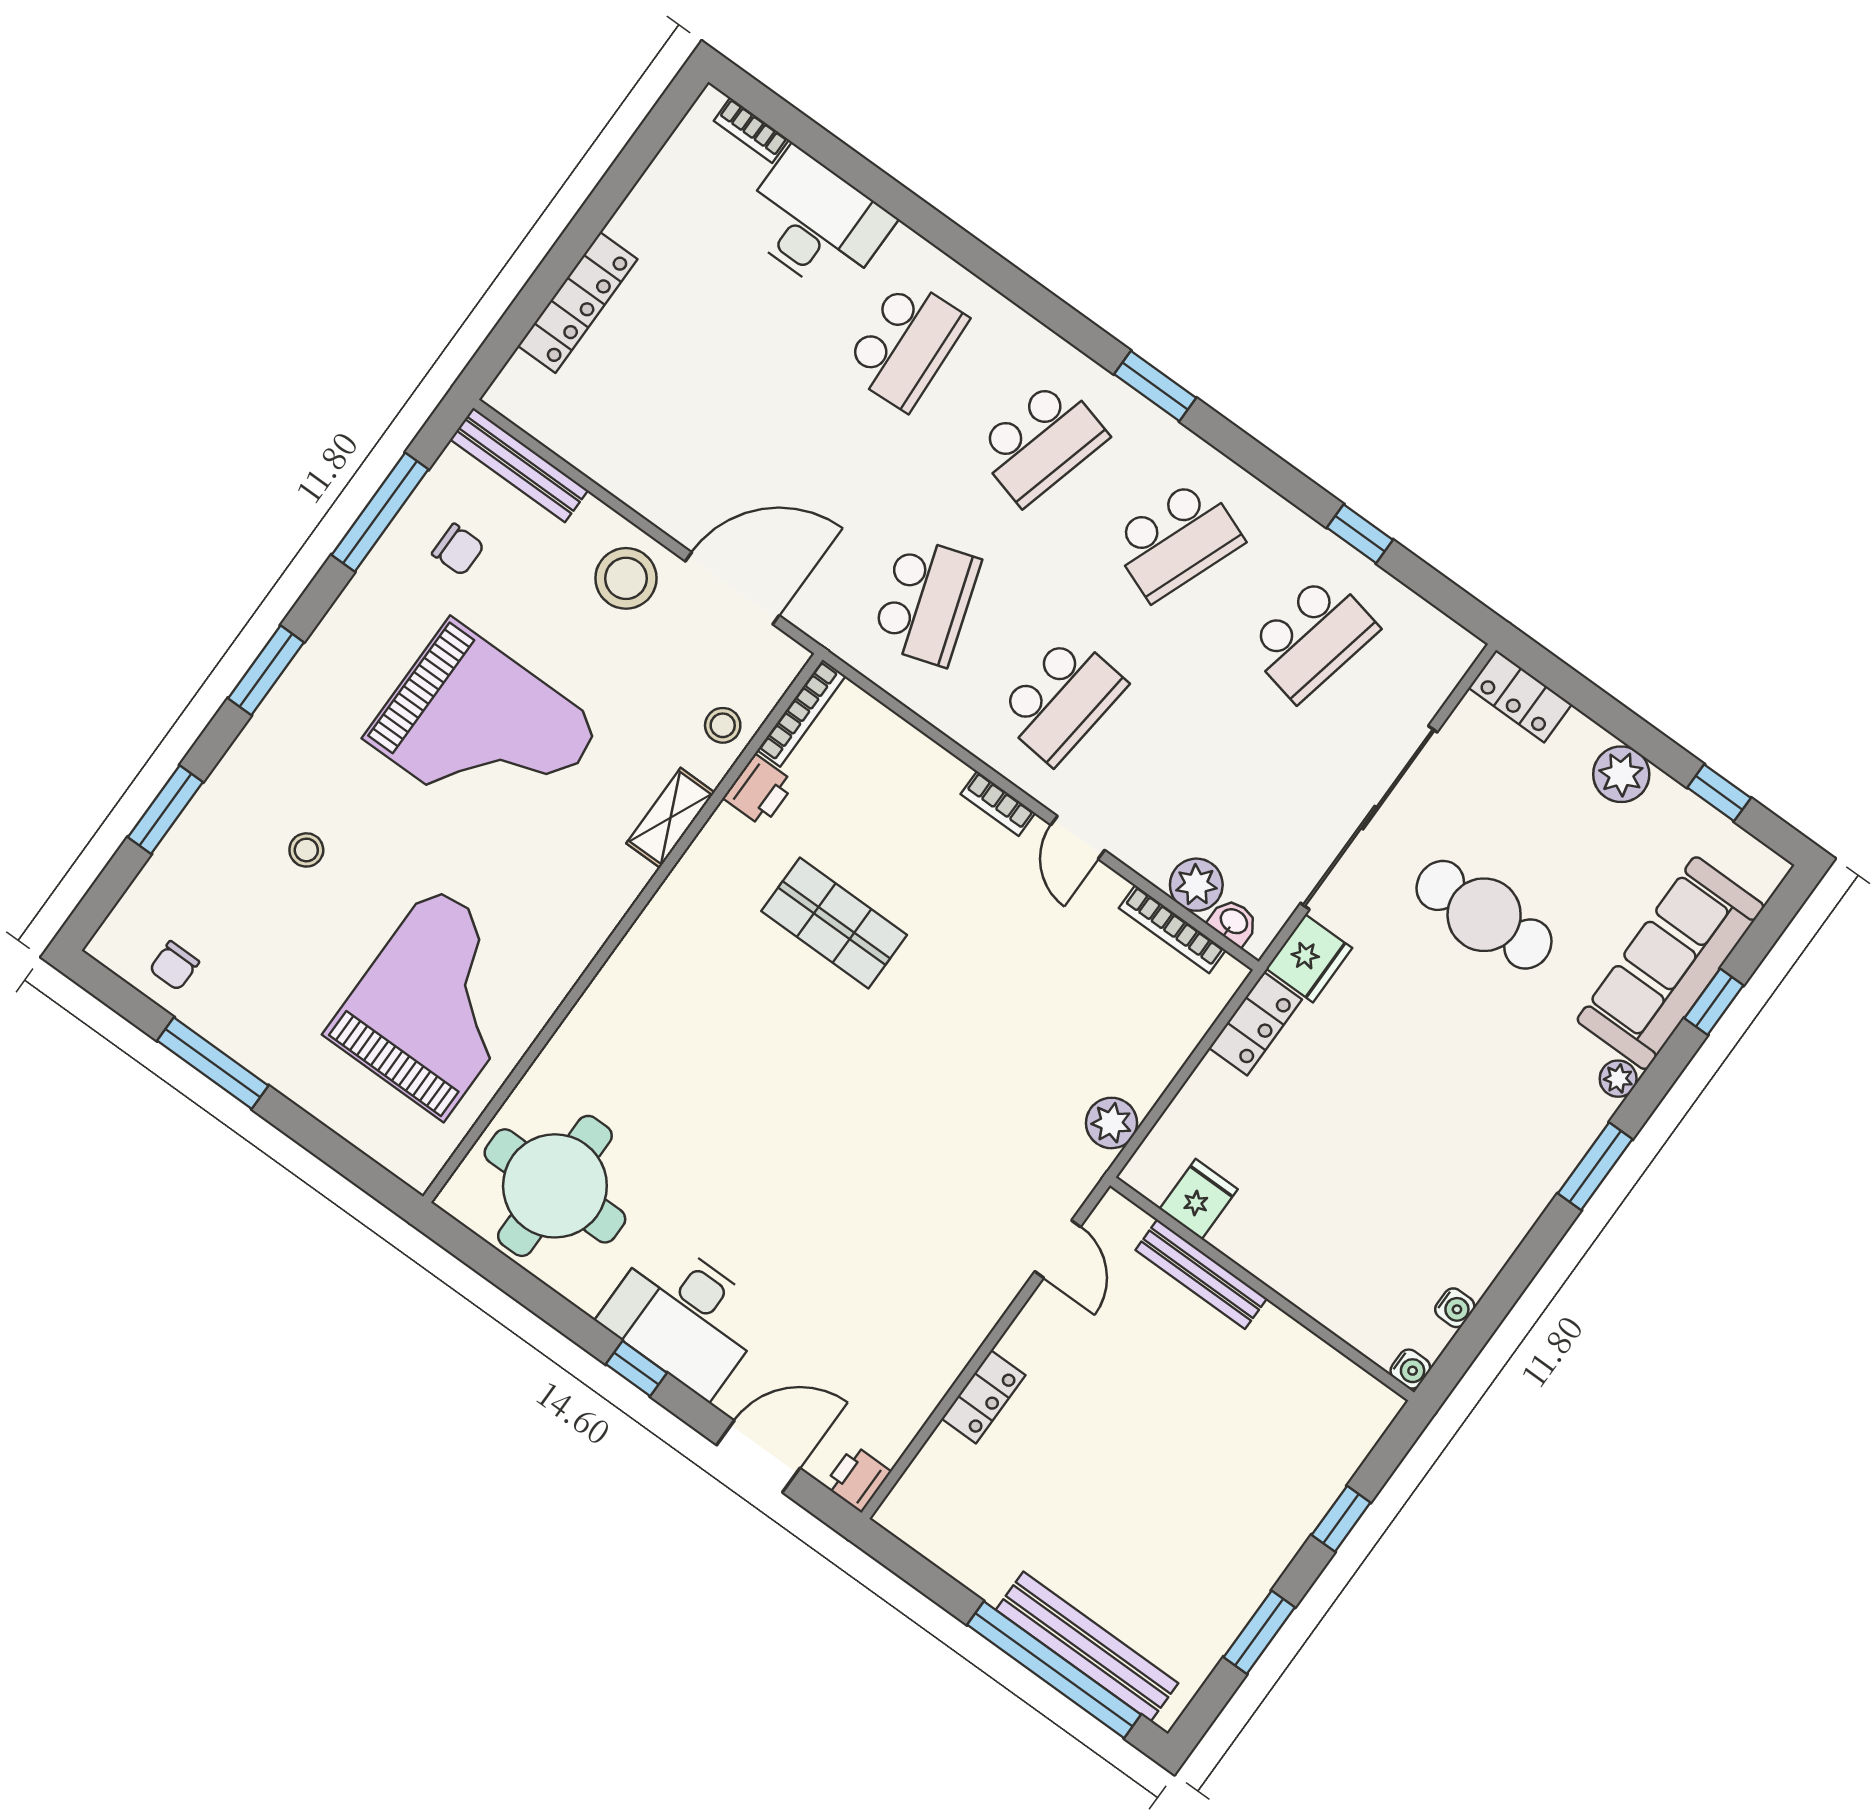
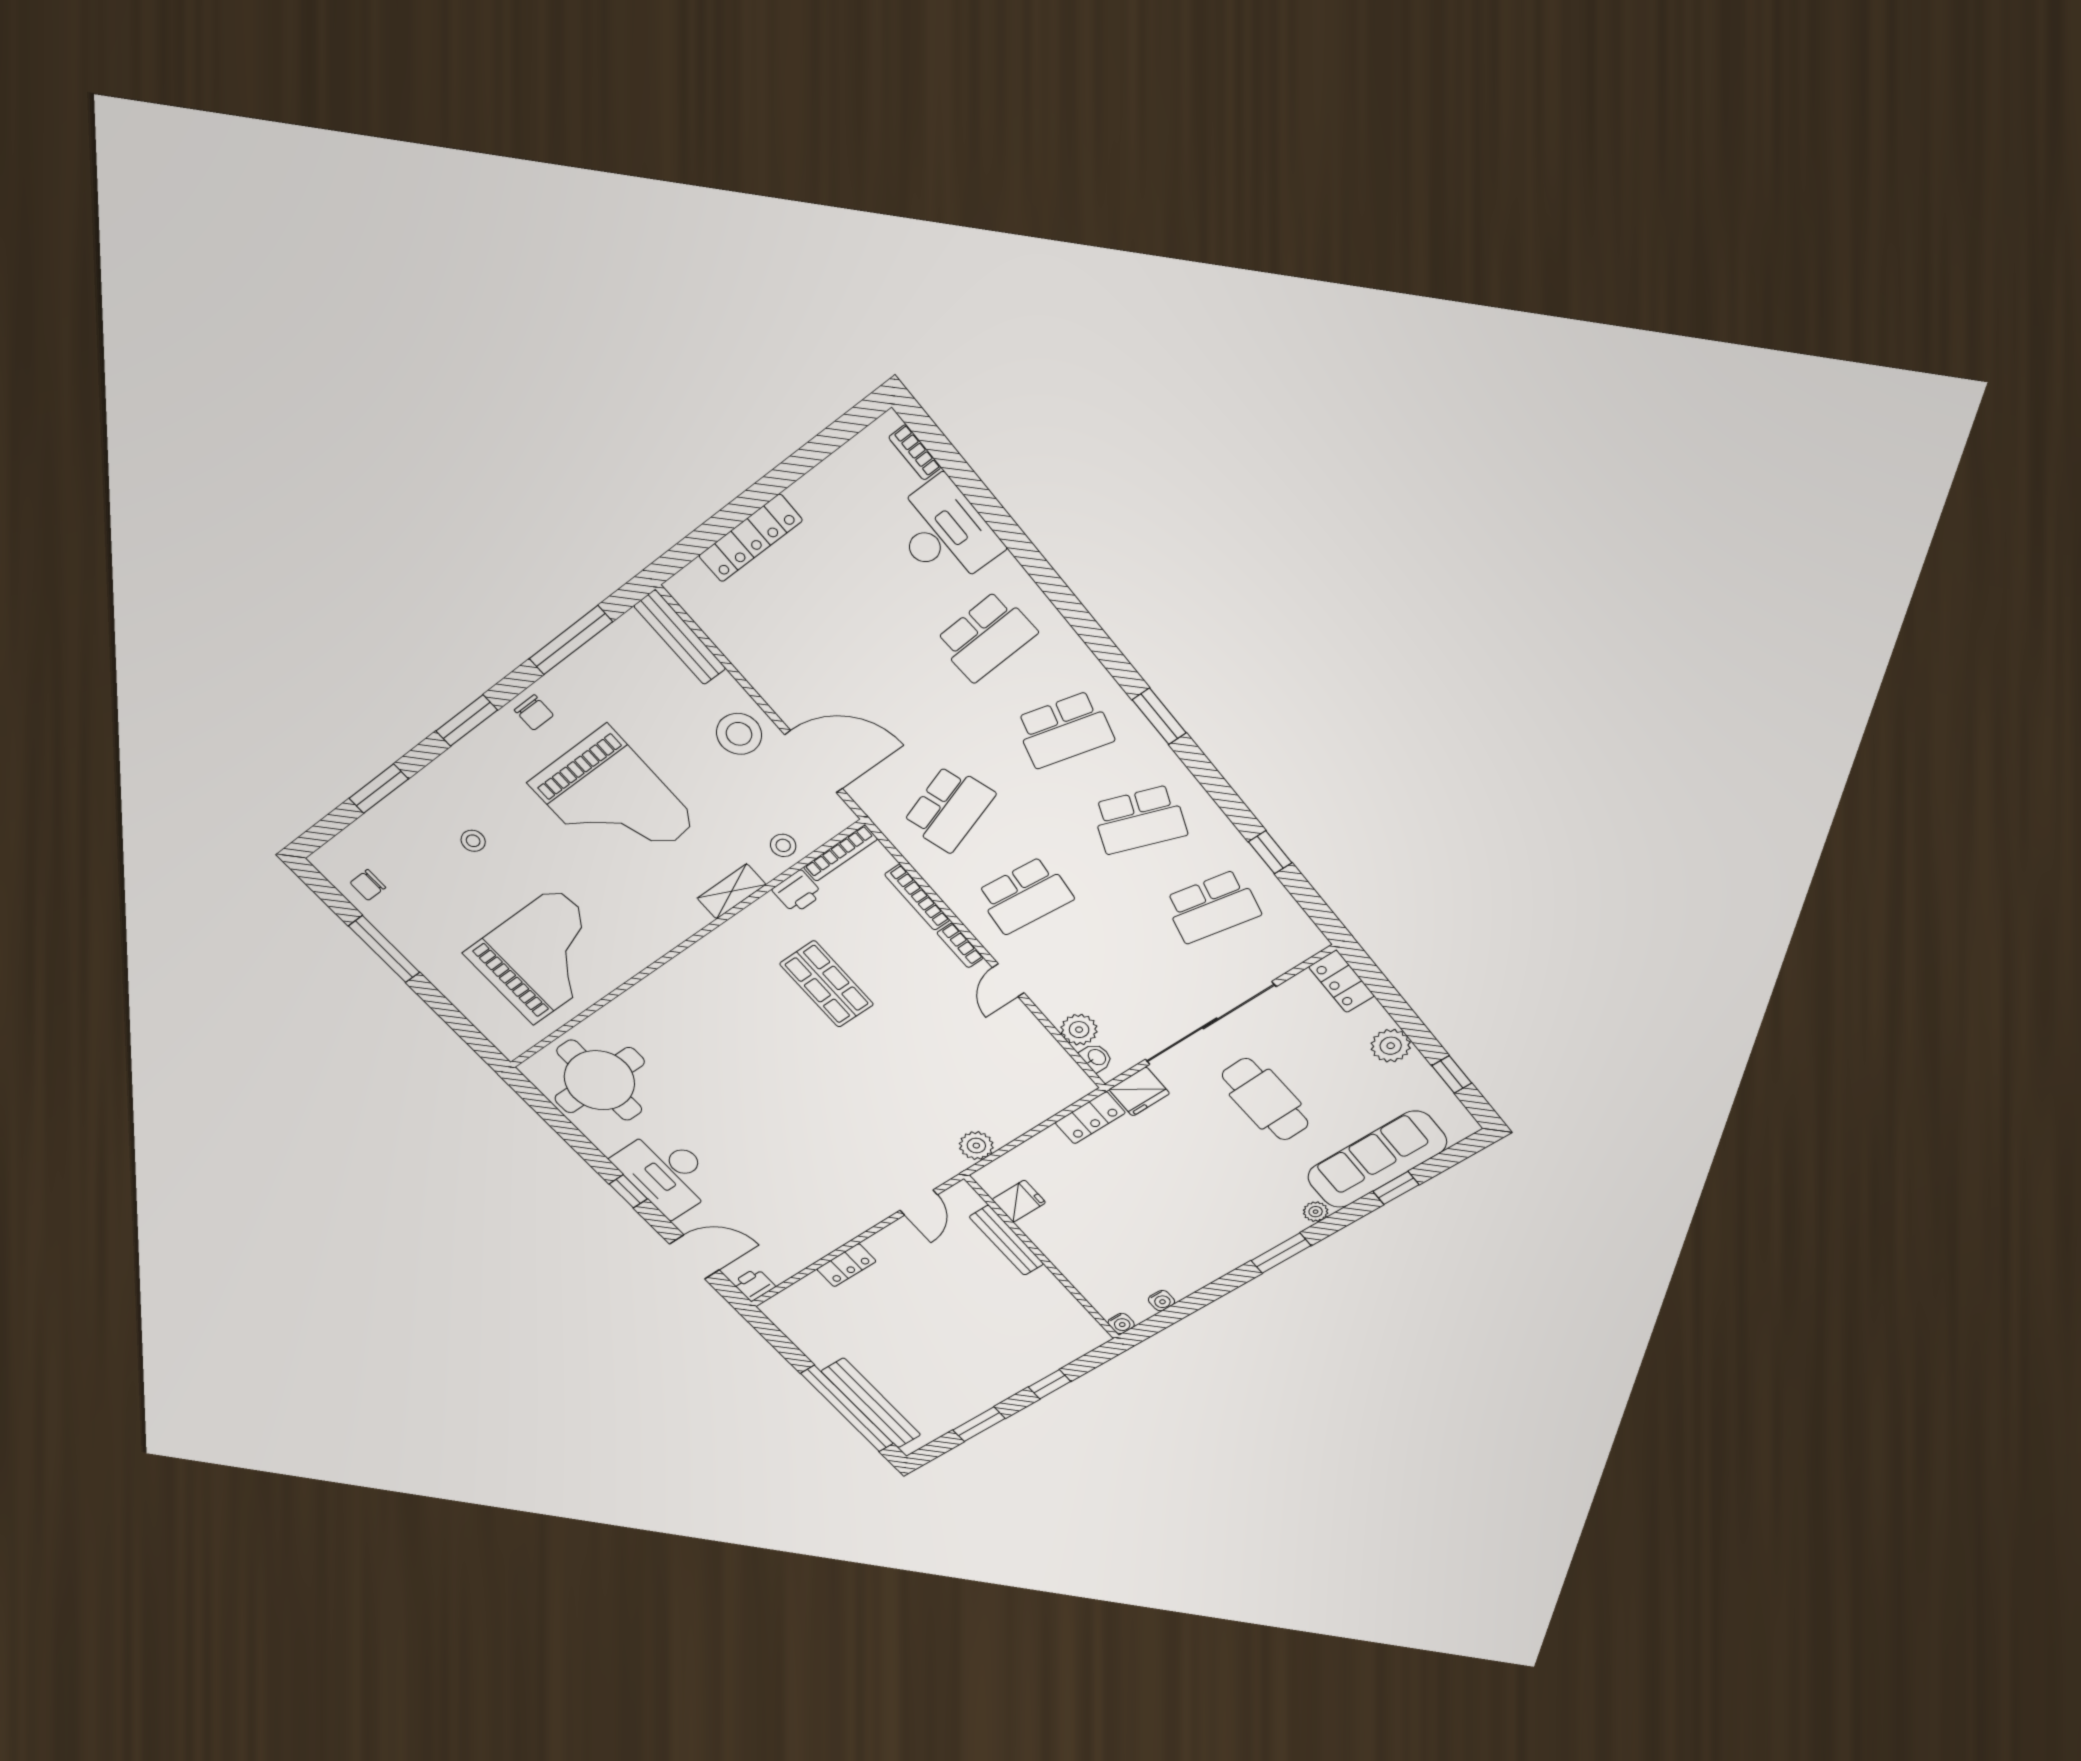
chair: (458, 550) -> (534, 713), moved
bookcase: (1172, 929) -> (917, 897), moved

